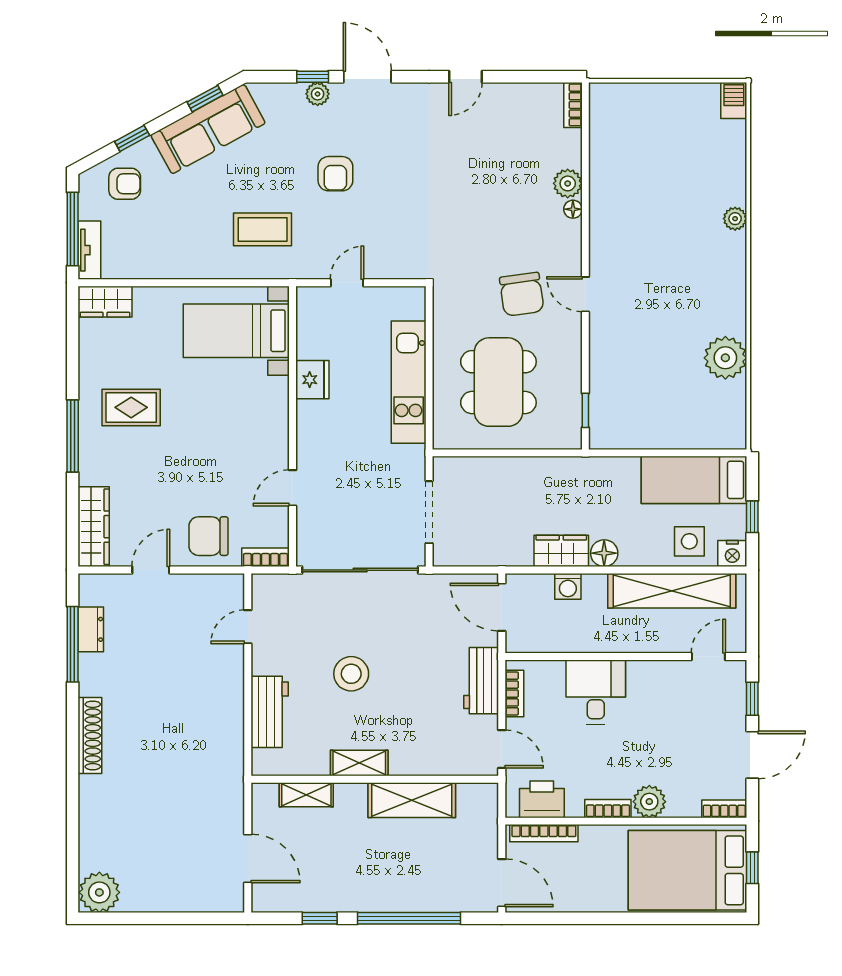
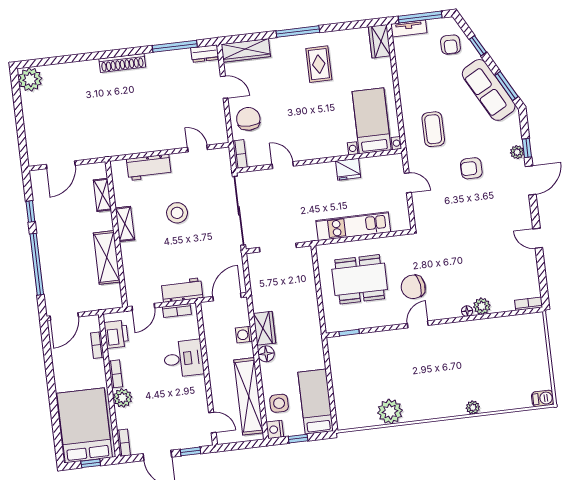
window: (205, 99) -> (506, 86), width x1.50
dresser: (91, 629) -> (205, 54), moved
bookcase: (544, 833) -> (97, 345), width x0.64

